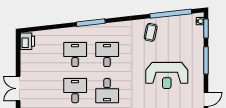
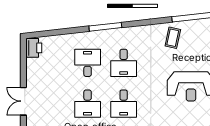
desk: (107, 55) -> (124, 63), turned 180
desk: (75, 91) -> (88, 104), turned 180

